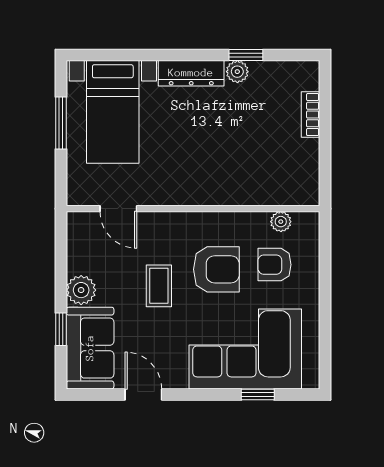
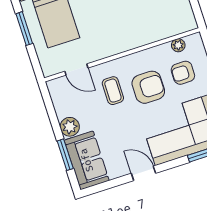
coffee table: (159, 286) -> (113, 91), moved
window: (61, 329) -> (65, 155), width x1.50
door: (143, 394) -> (143, 173), moved

